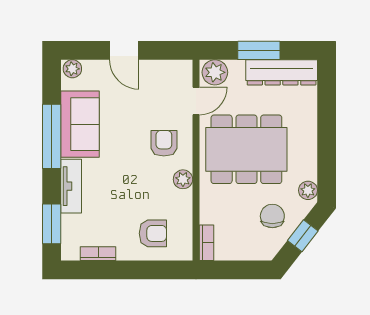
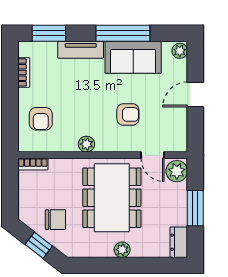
dresser: (282, 72) -> (179, 242), width x0.51, depth x0.80
armchair: (164, 143) -> (128, 114), moved
plant: (308, 190) -> (122, 250), moved

